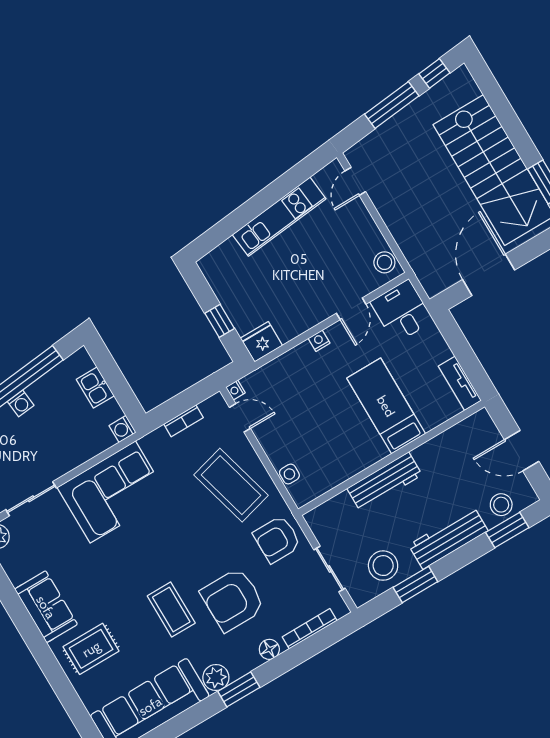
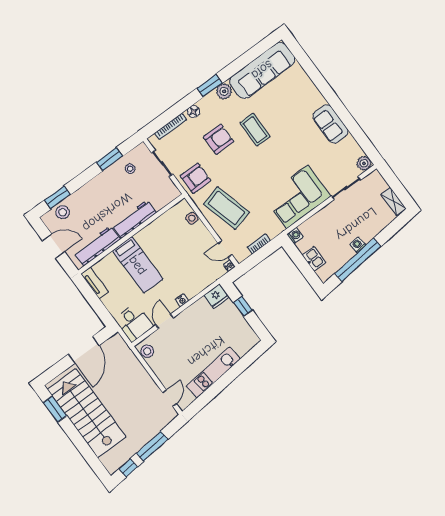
workbench: (448, 538) -> (97, 246), moved, turned 180
stool: (383, 566) -> (130, 169), width x0.53, depth x0.53
armchair: (233, 600) -> (219, 139), width x0.73, depth x0.73
rug: (91, 649) -> (301, 101), removed

